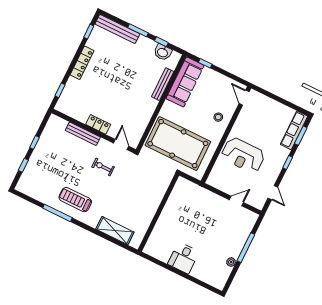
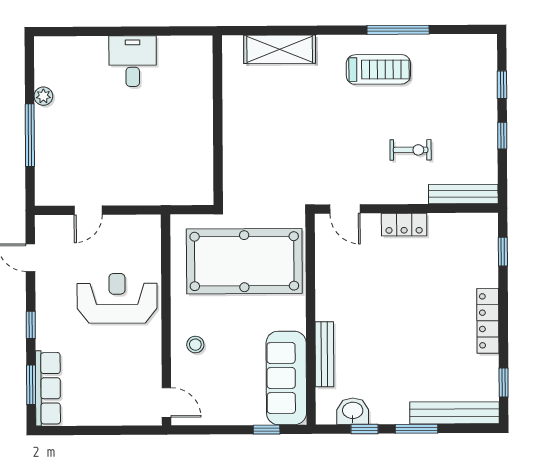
bench: (83, 134) -> (463, 194), moved
exercise bike: (103, 167) -> (411, 150), moved

